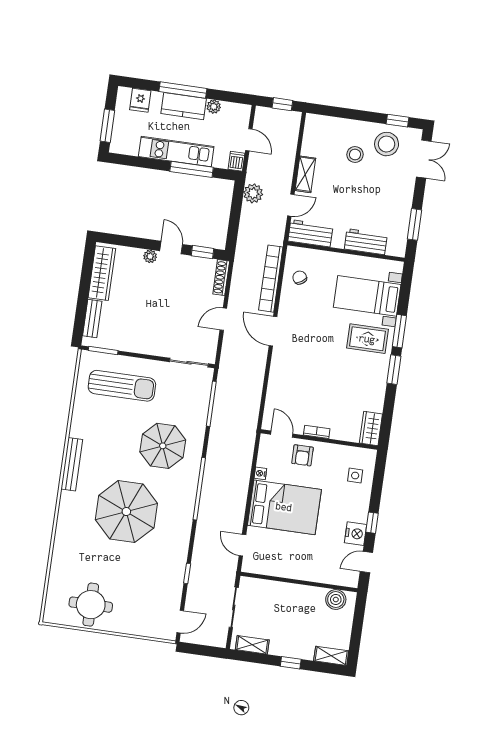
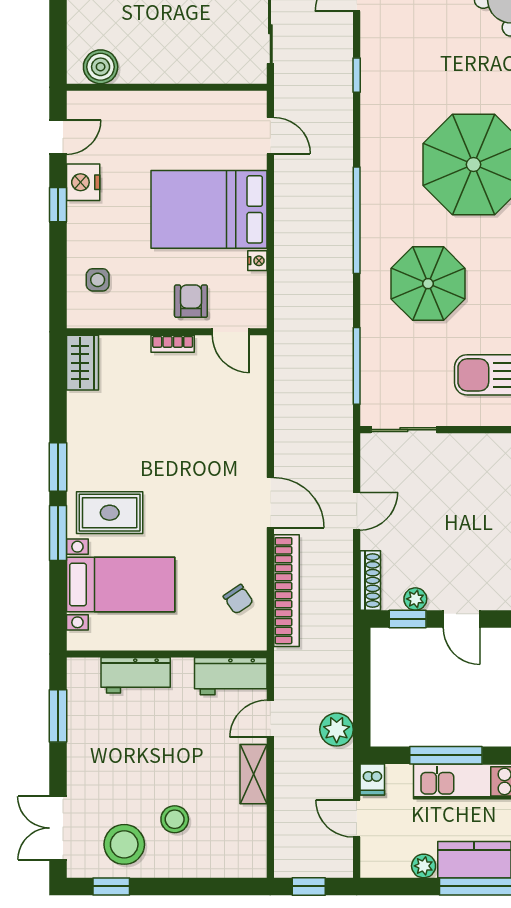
plant: (150, 256) -> (415, 599), moved

